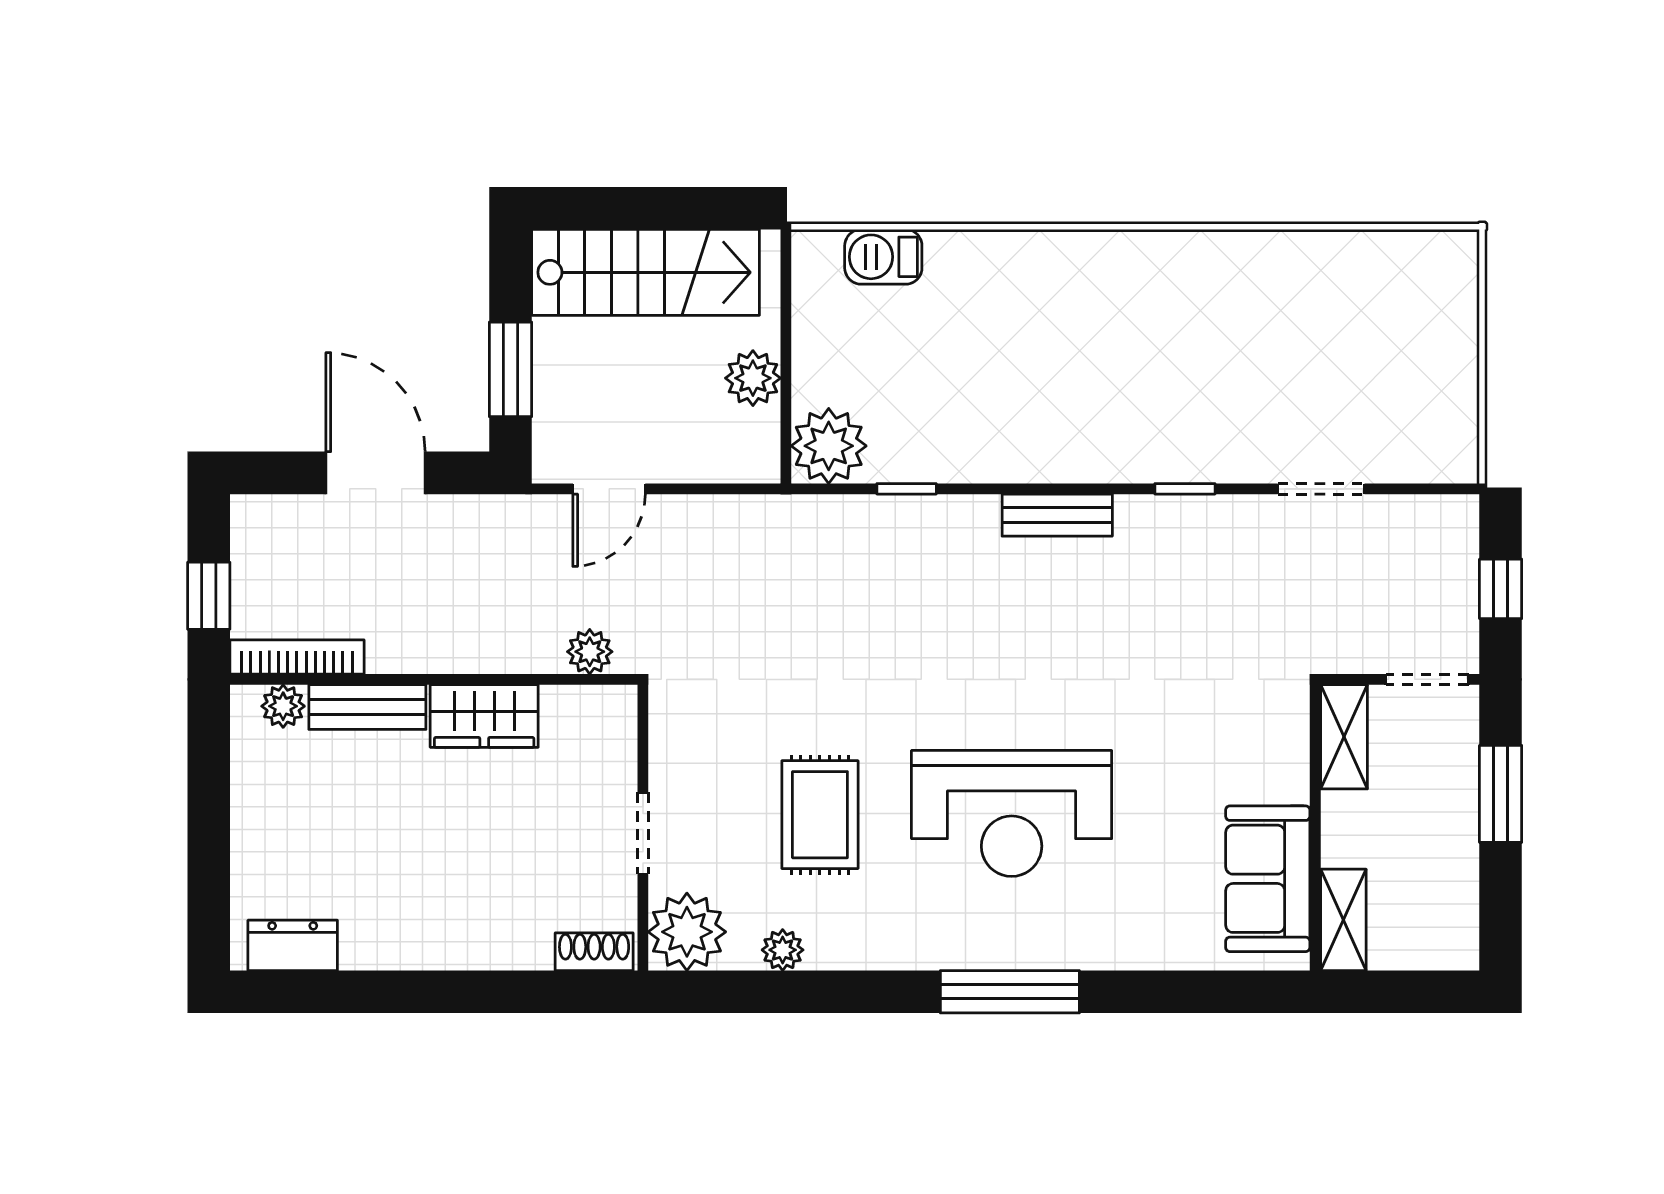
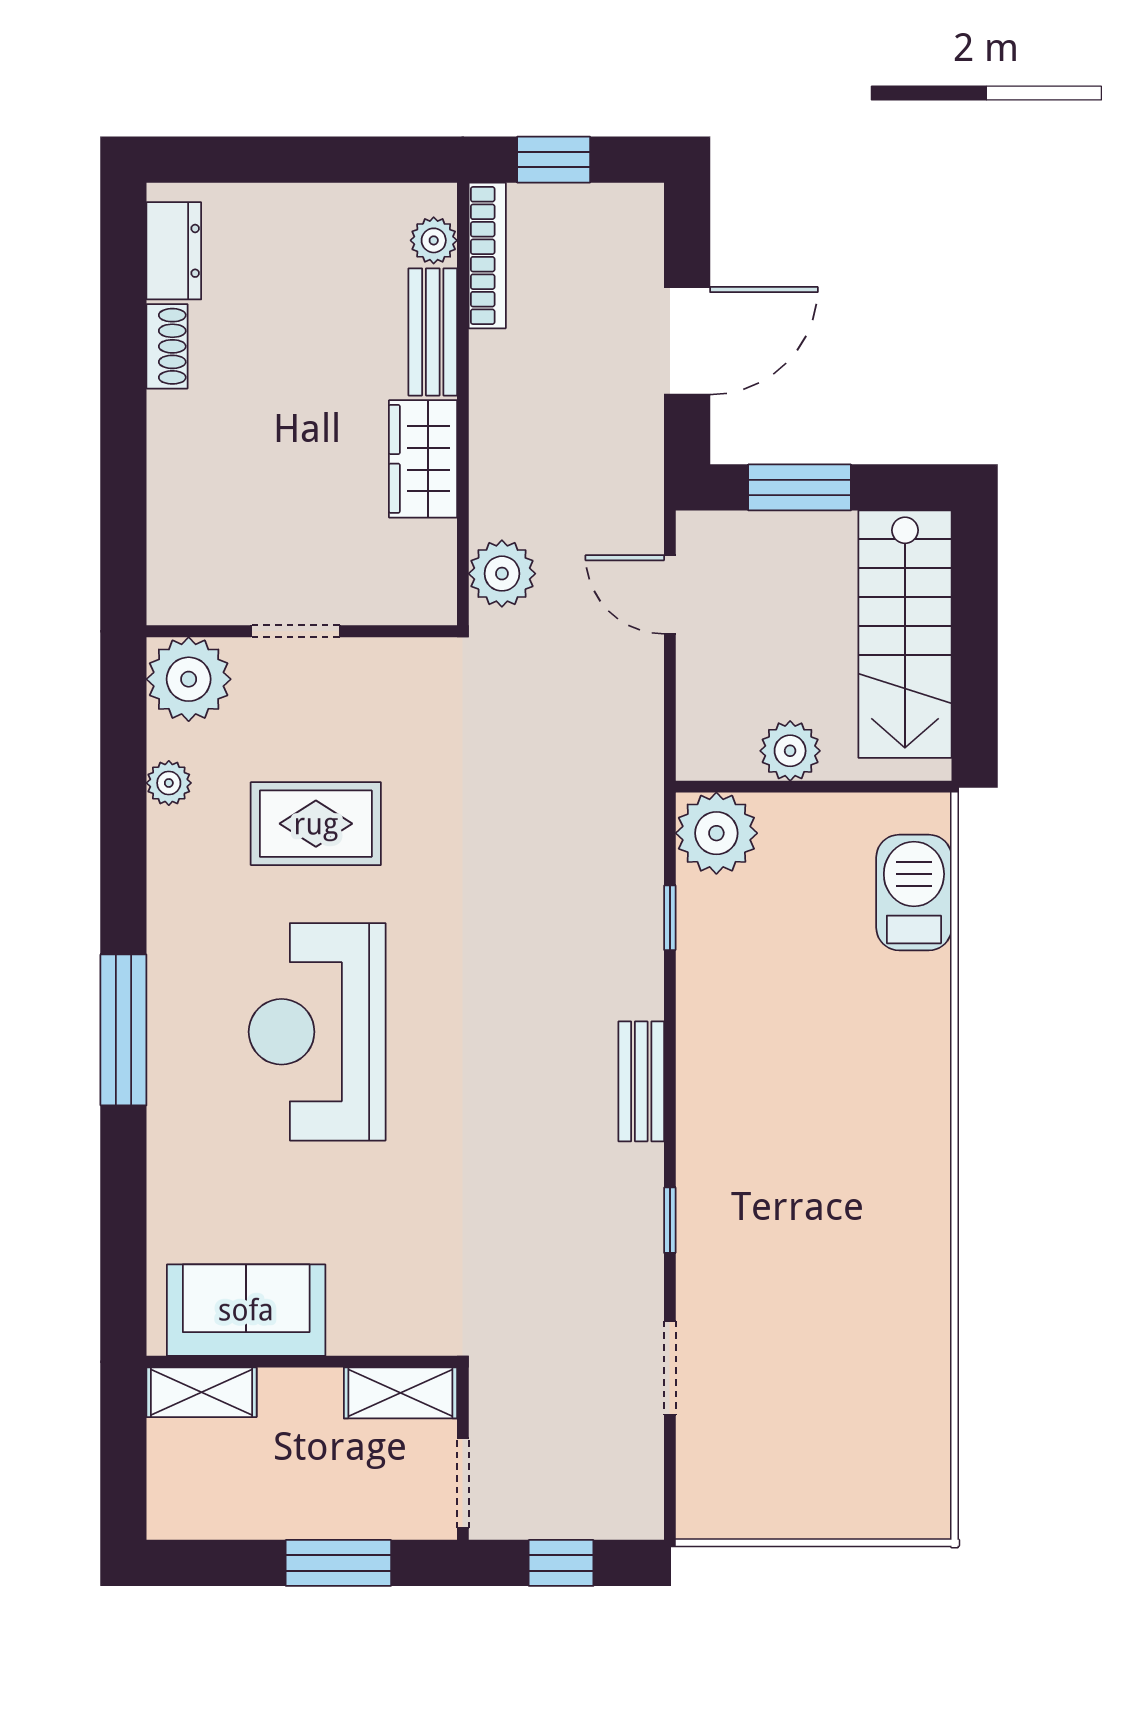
barbecue: (883, 257) -> (914, 893), width x1.38, depth x1.27
plant: (590, 652) -> (502, 574), width x1.38, depth x1.38
shoe rack: (594, 952) -> (167, 346), moved

